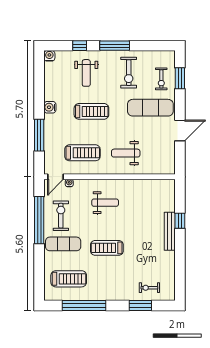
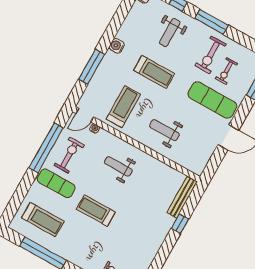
exercise bike: (161, 79) -> (226, 71), moved
treadmill: (82, 153) -> (123, 107), turned -90
weight bench: (105, 203) -> (118, 166), turned 180
bench: (170, 231) -> (182, 197), moved

